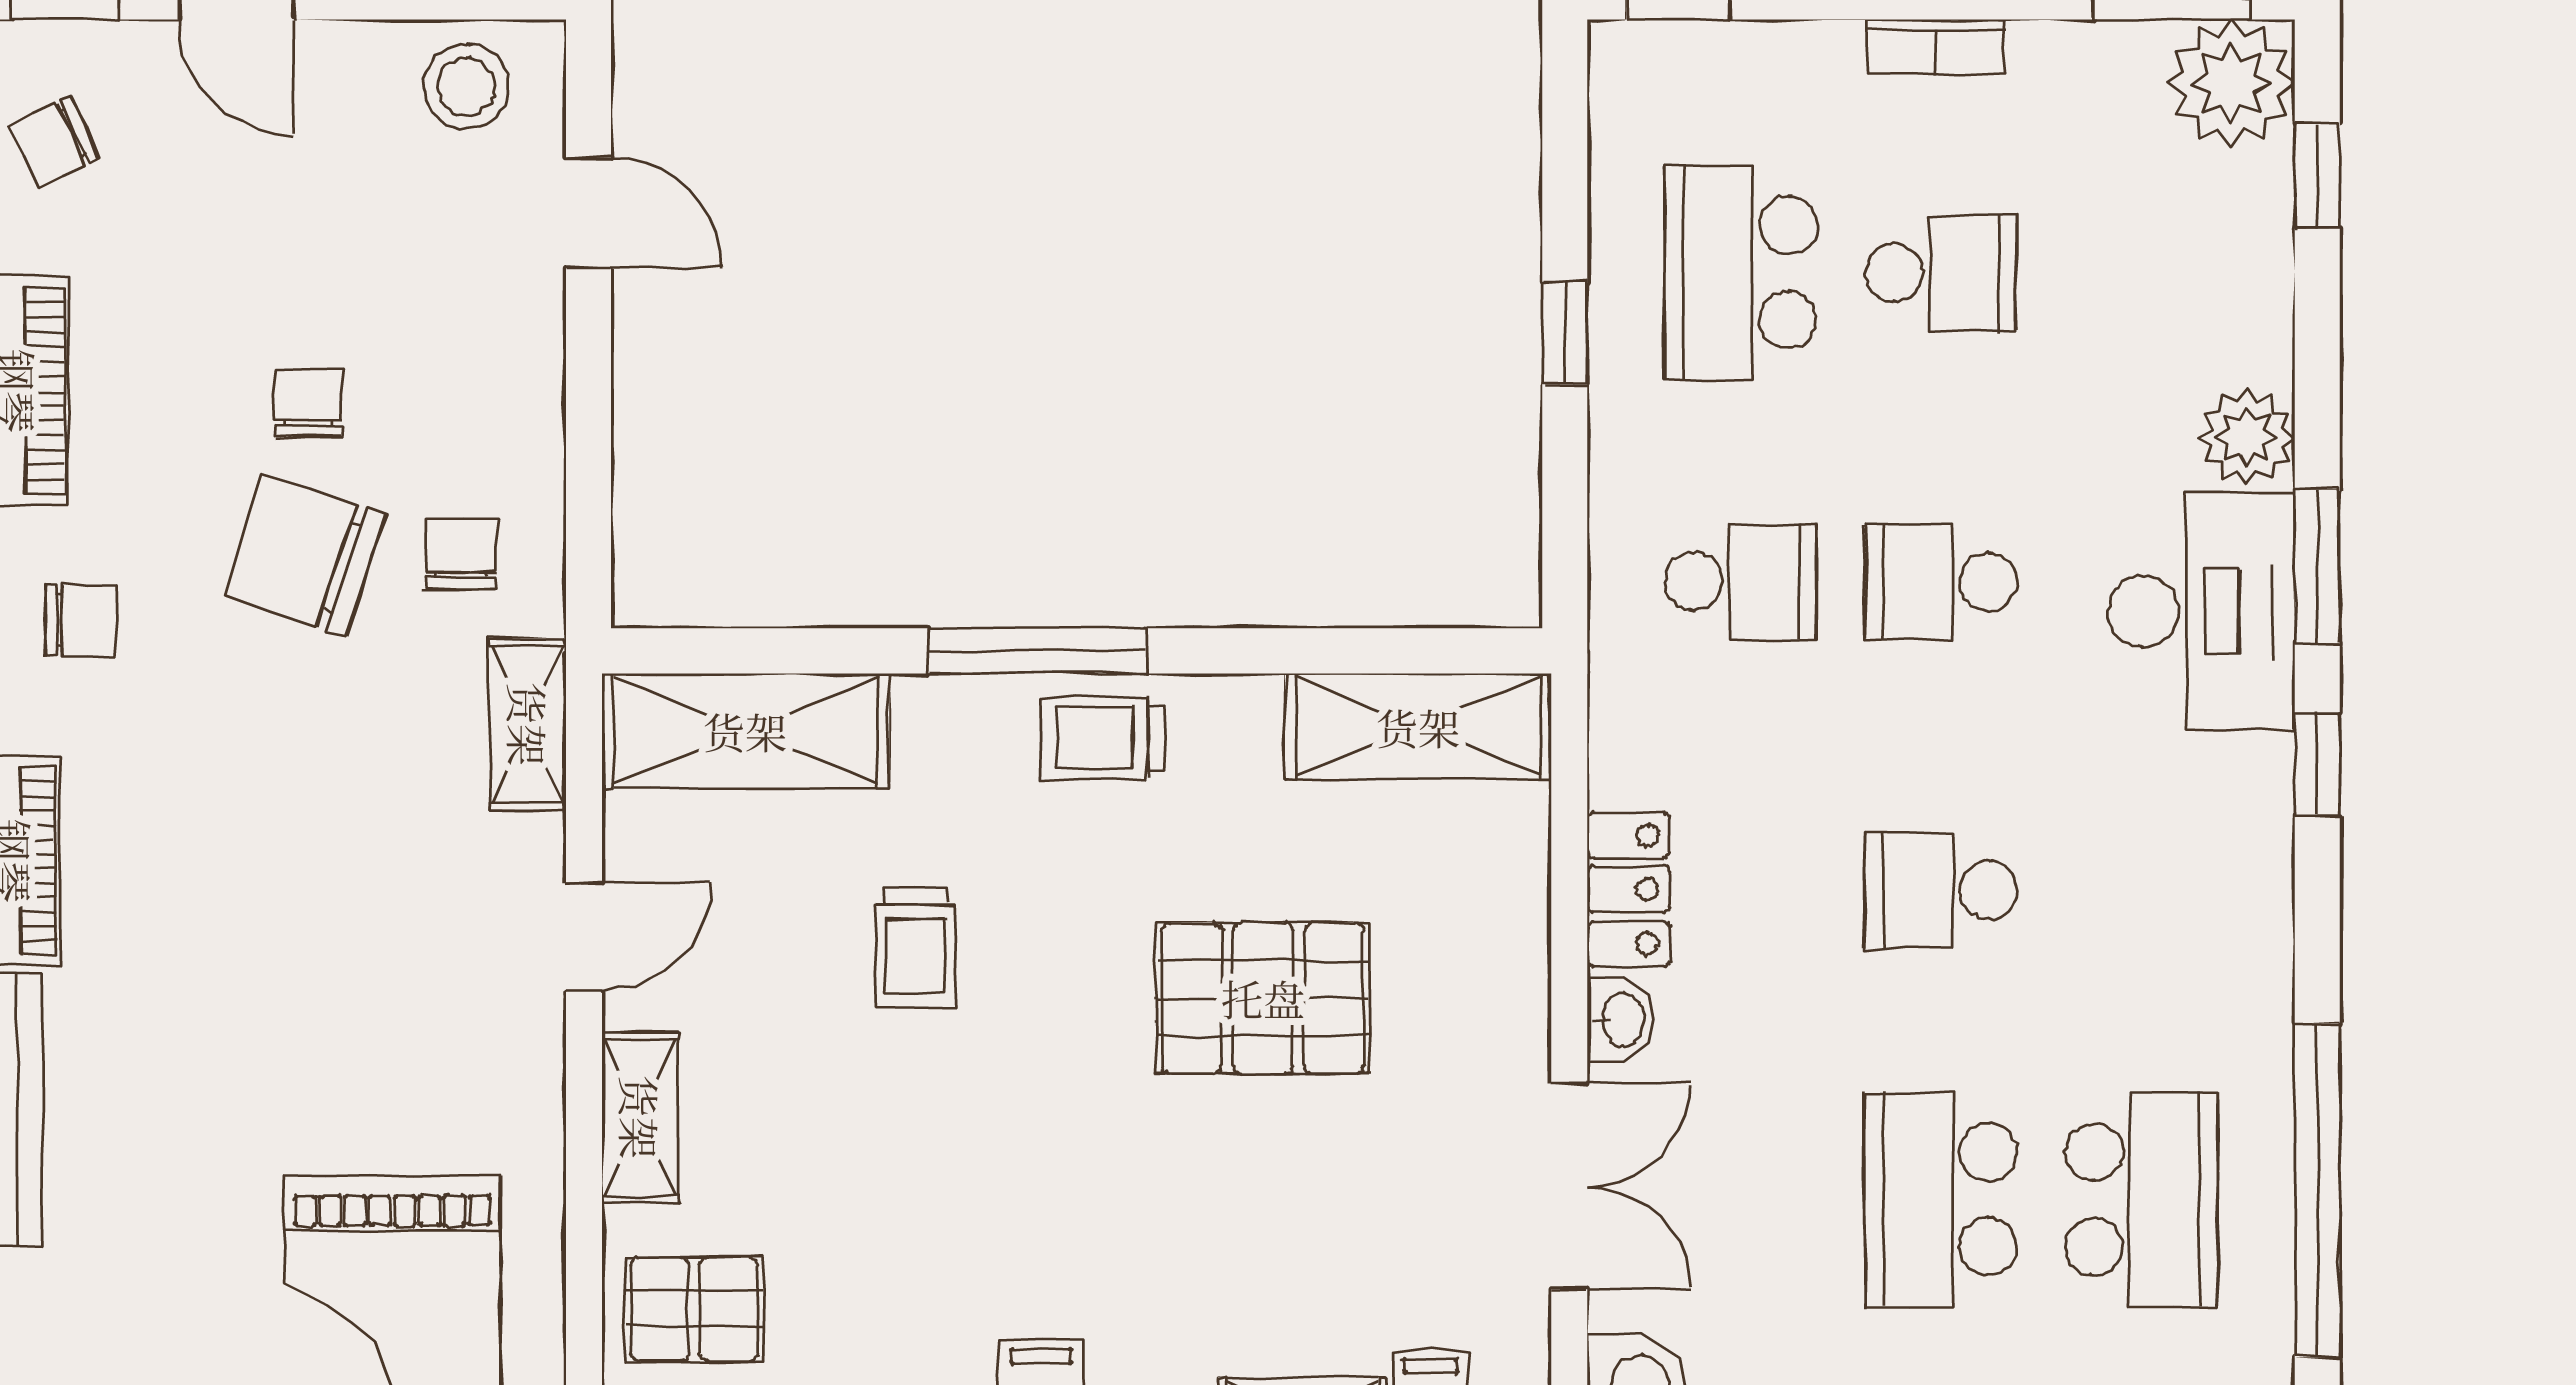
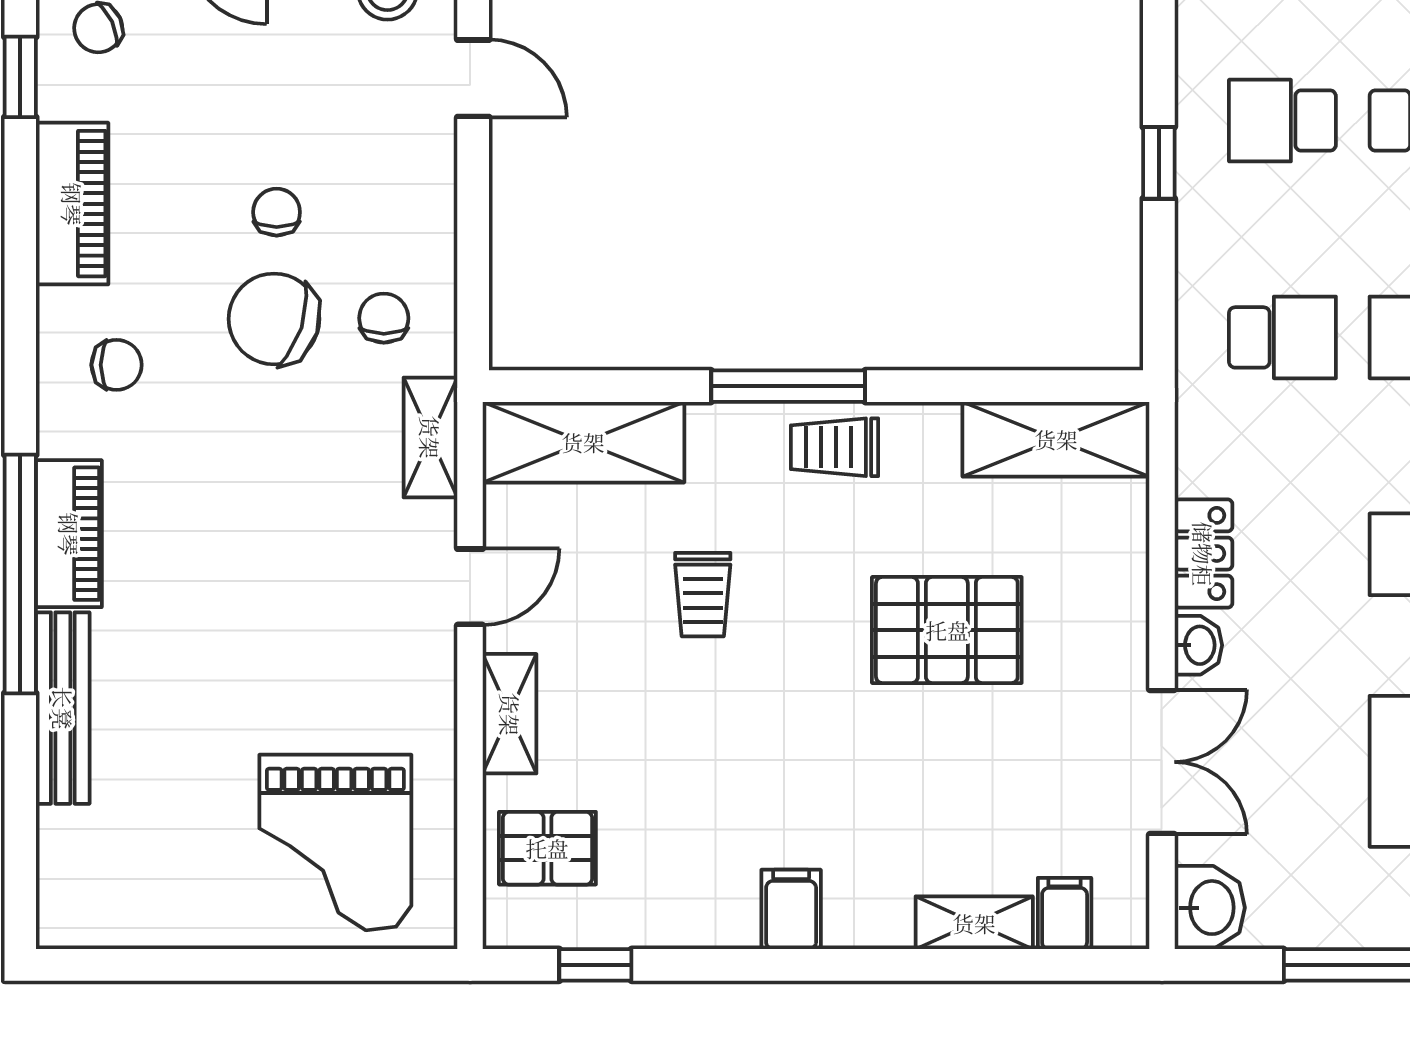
school desk: (1741, 273) -> (1282, 121), width x0.54

